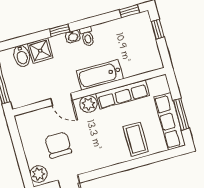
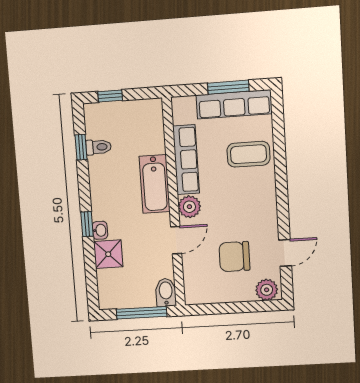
window: (129, 11) -> (81, 147), moved
toilet: (87, 36) -> (99, 147), moved
washbasin: (73, 37) -> (100, 230), moved
bidet: (22, 56) -> (166, 292), moved, turned -90

